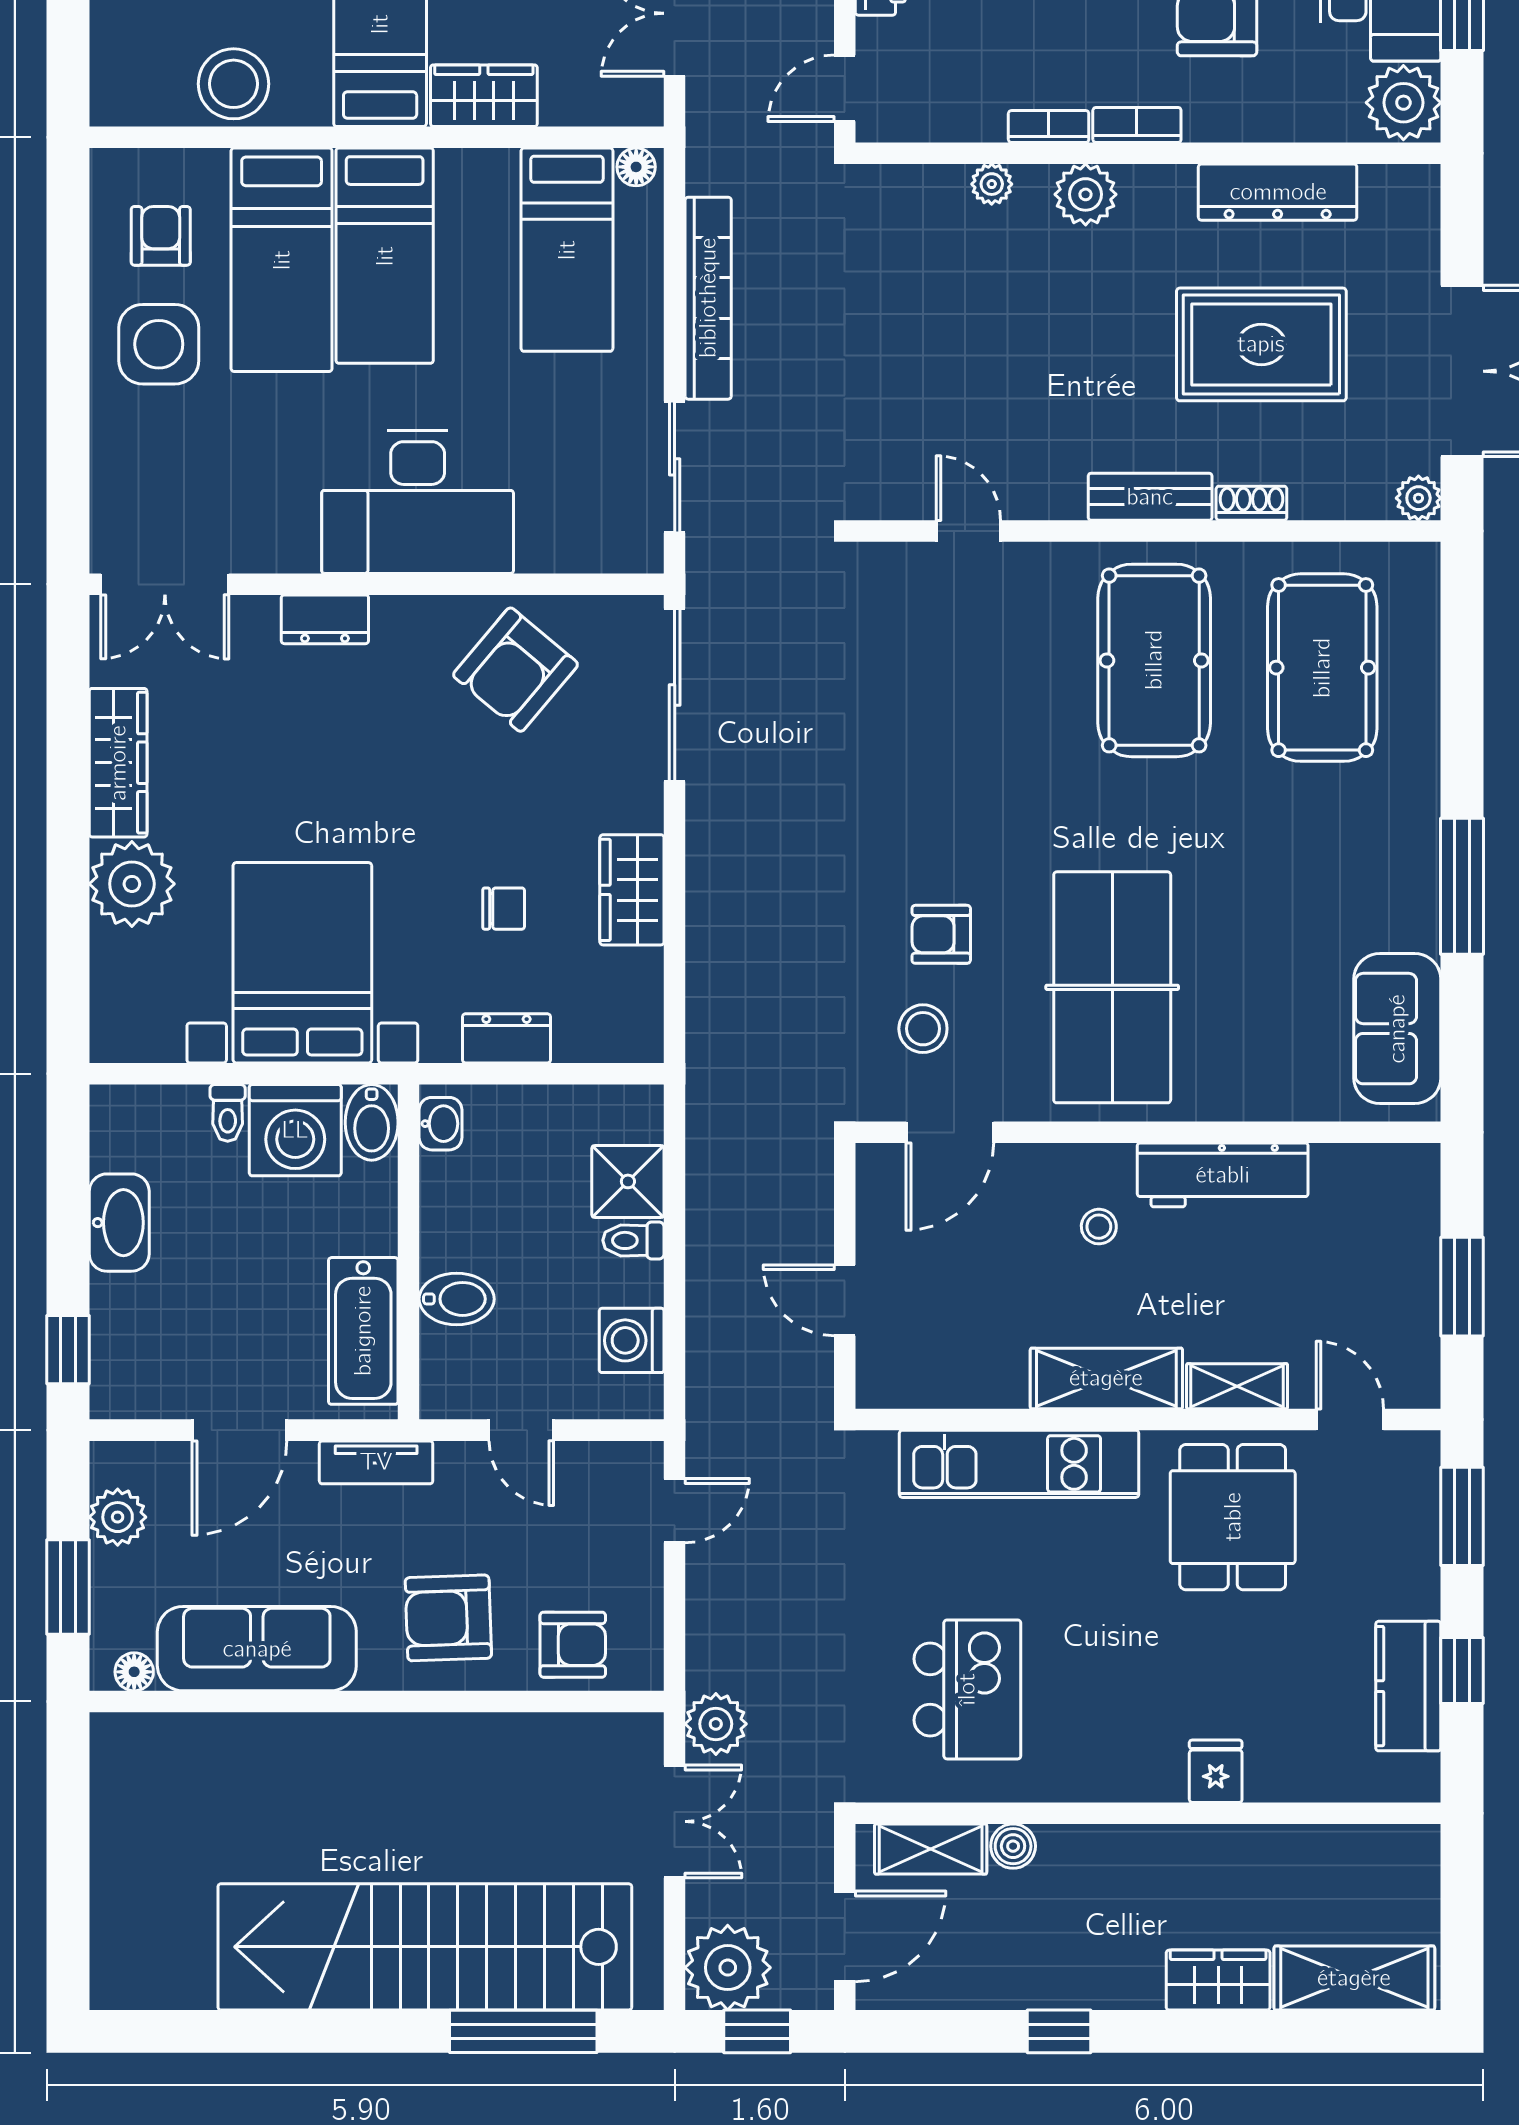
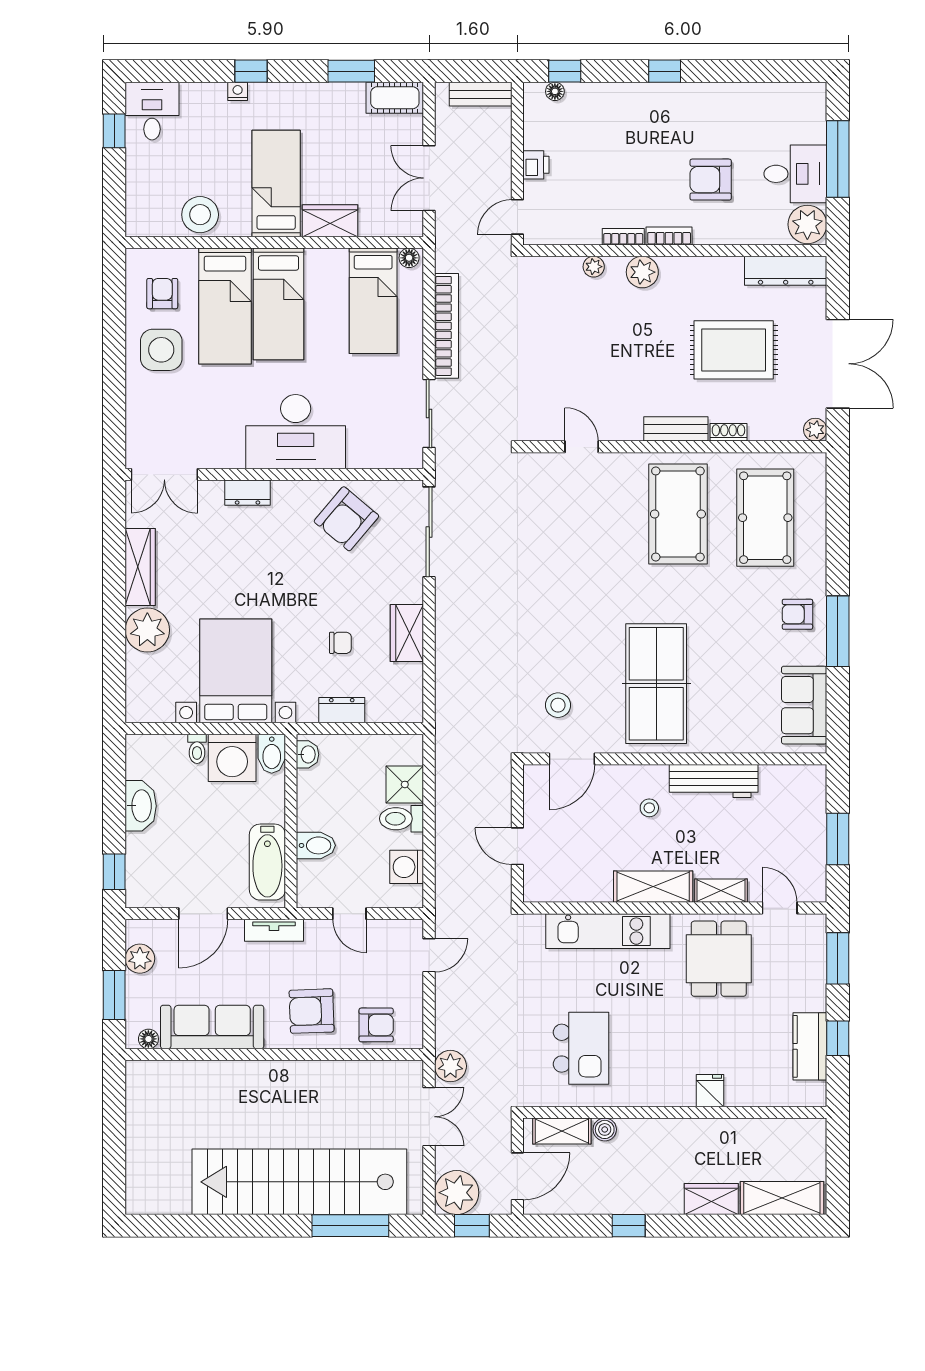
dresser: (1278, 192) -> (786, 271), moved
armchair: (941, 934) -> (797, 614), moved
toilet: (633, 1240) -> (402, 819), width x1.37, depth x1.39

